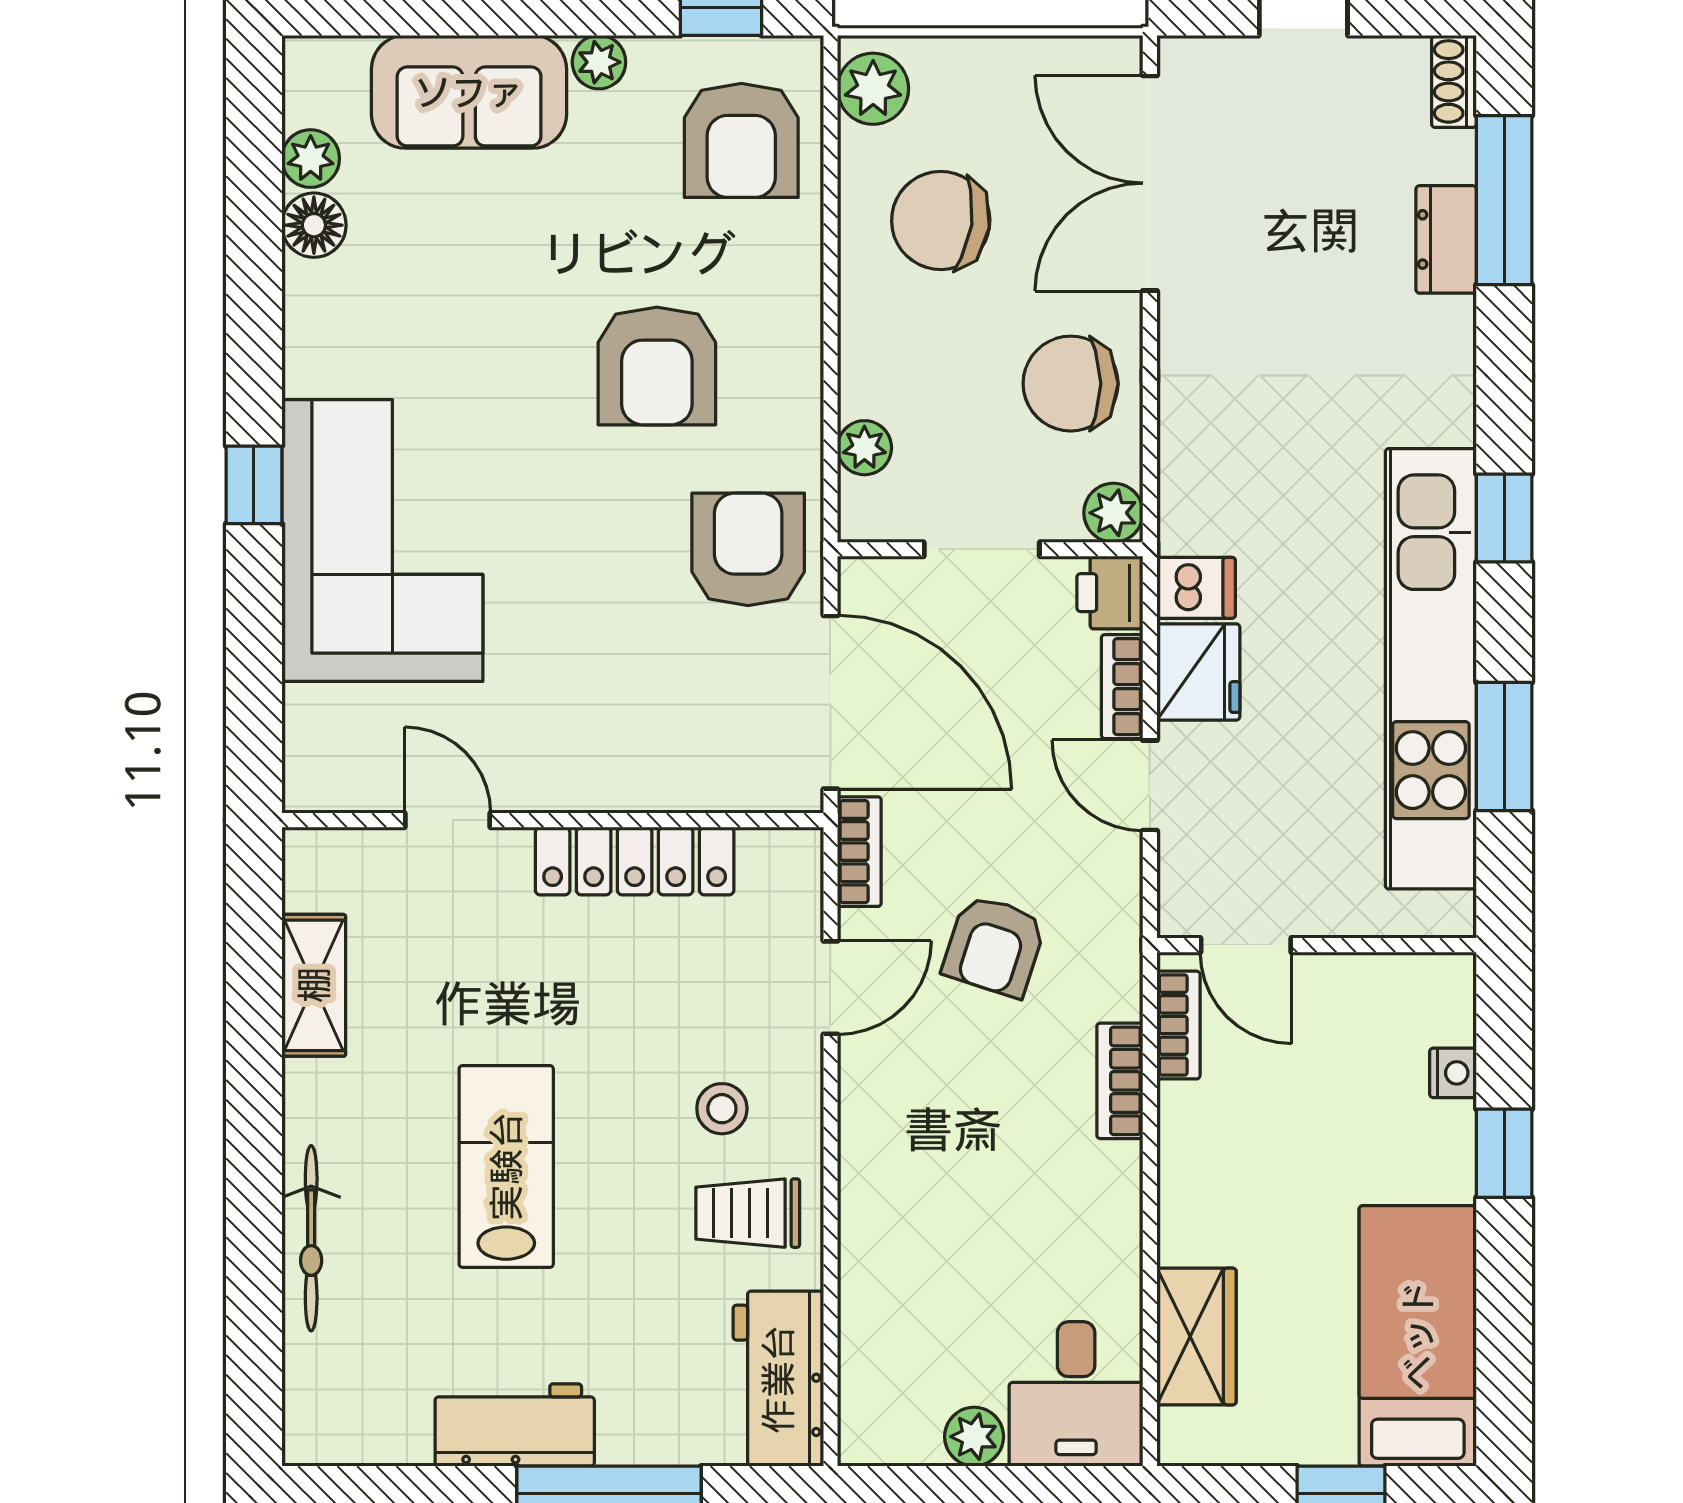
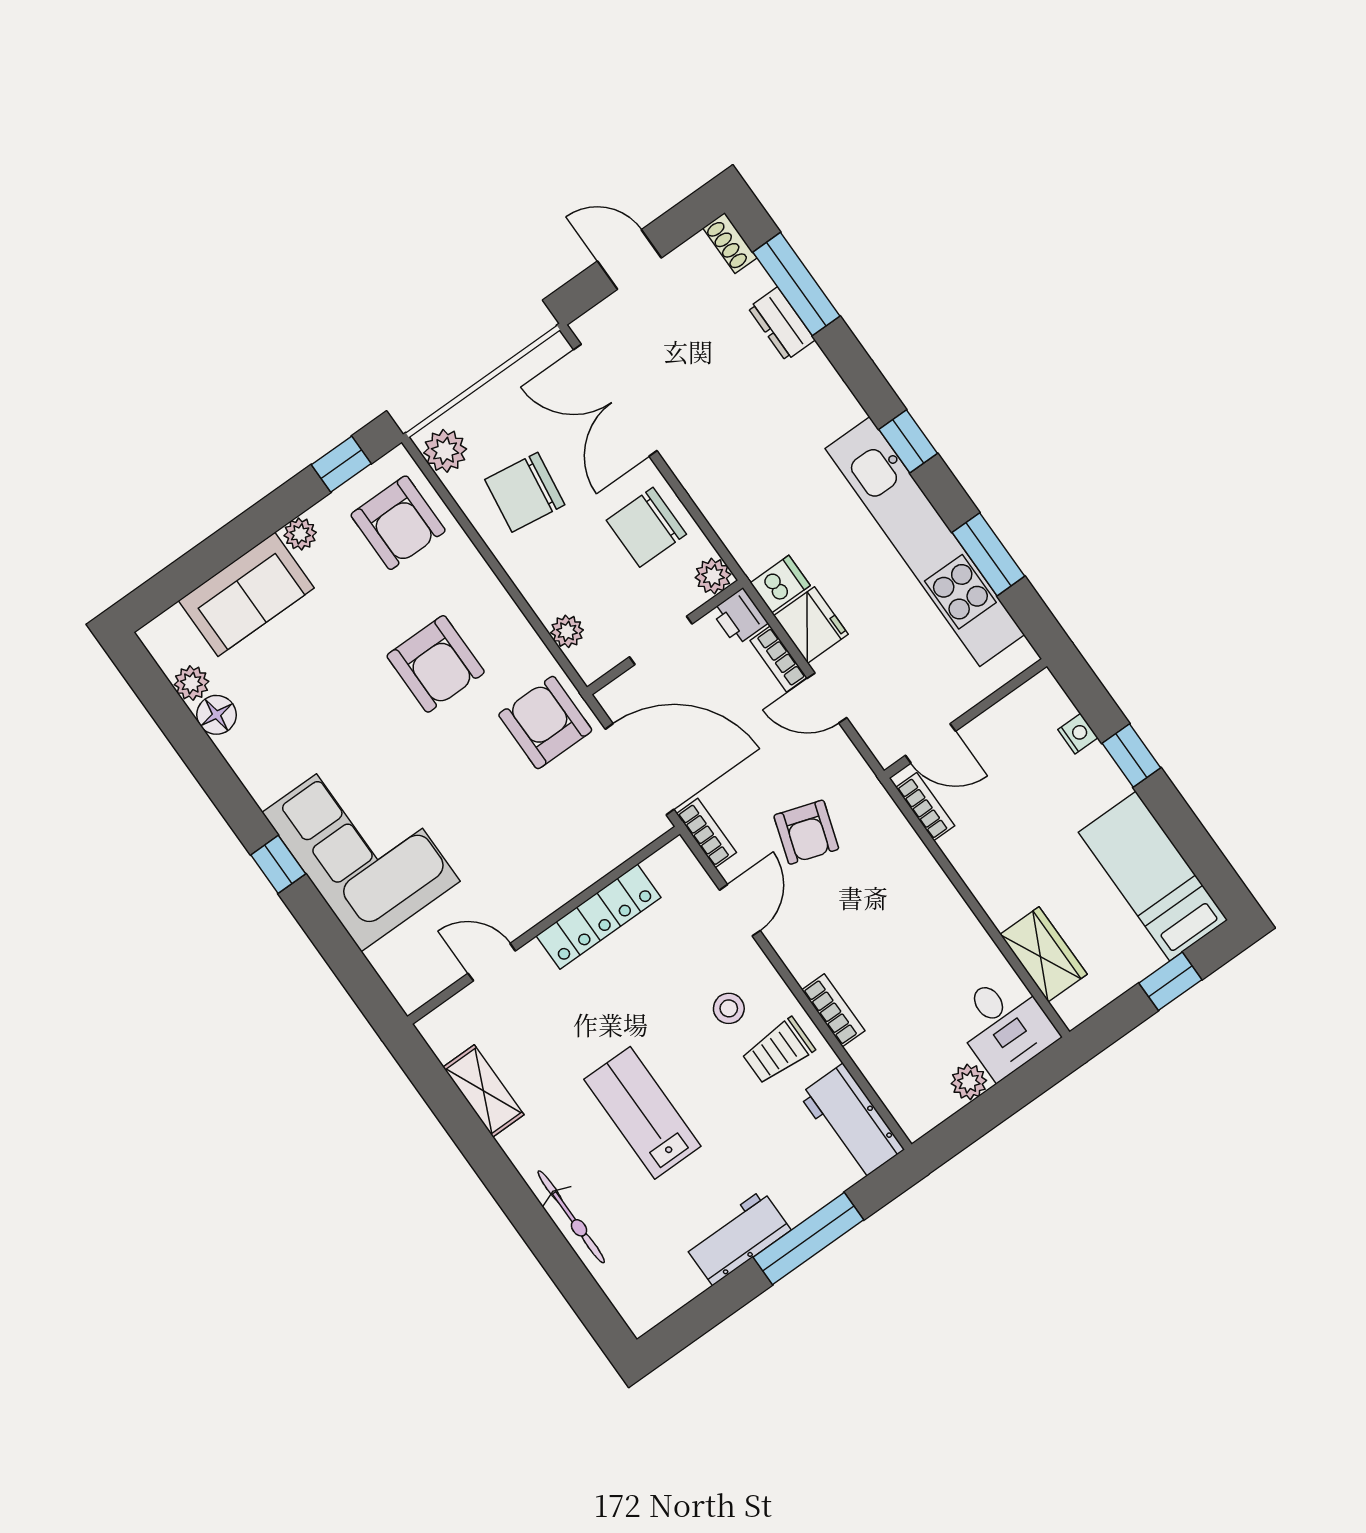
bookcase: (1120, 1081) -> (833, 1010), moved, turned 180

